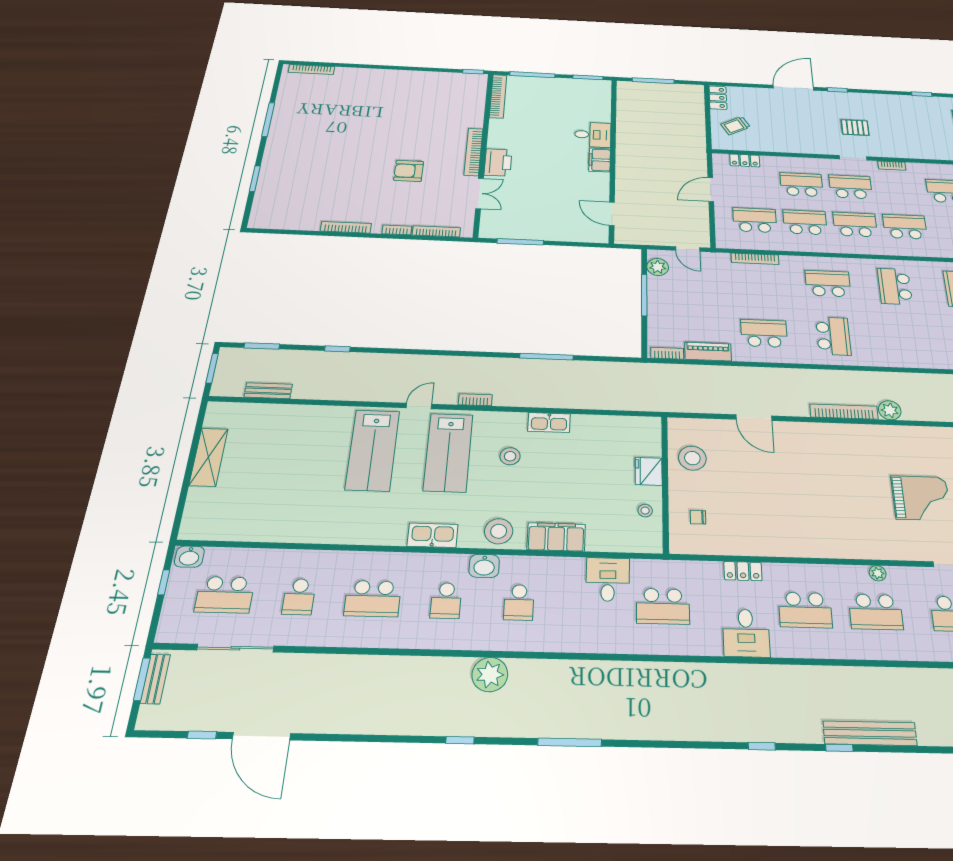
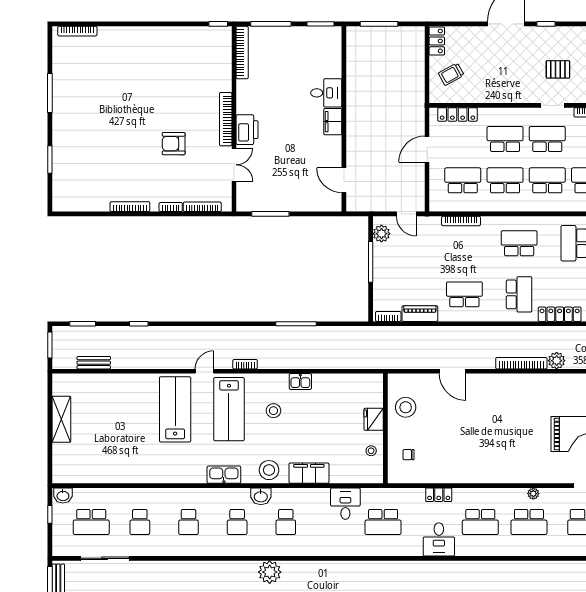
locker: (745, 160) -> (457, 114), width x1.53
locker: (887, 359) -> (560, 314), added
kitchen sink: (549, 423) -> (300, 381), width x0.73
lab bench: (373, 450) -> (175, 409), turned 180
school desk: (373, 599) -> (188, 522), width x0.54

